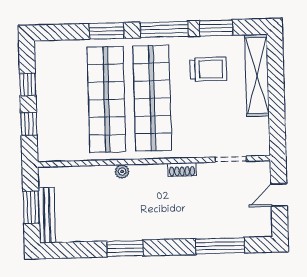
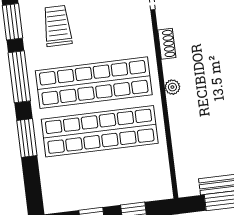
plant: (122, 172) -> (172, 87), moved

